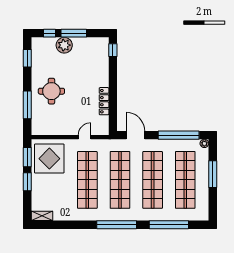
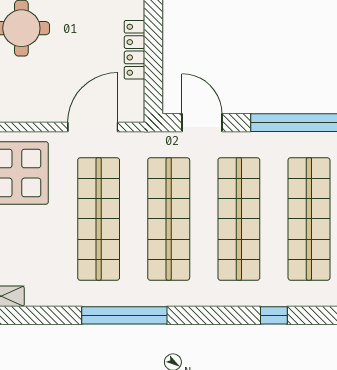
door: (85, 137) -> (93, 127), width x1.88
window: (117, 225) -> (124, 315), moved
window: (169, 225) -> (274, 315), width x0.32

